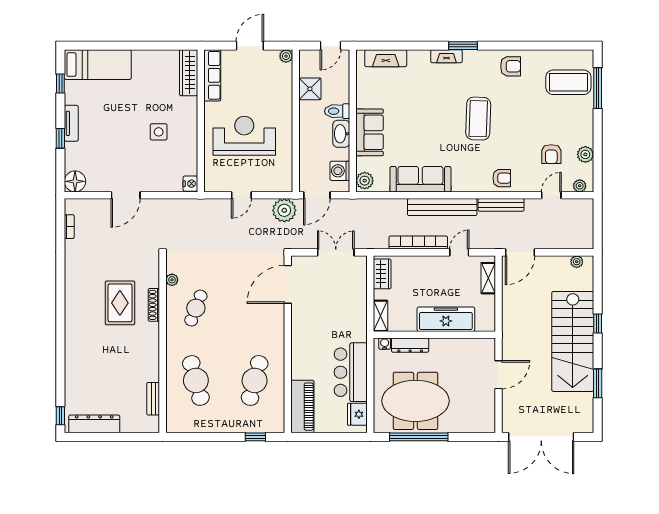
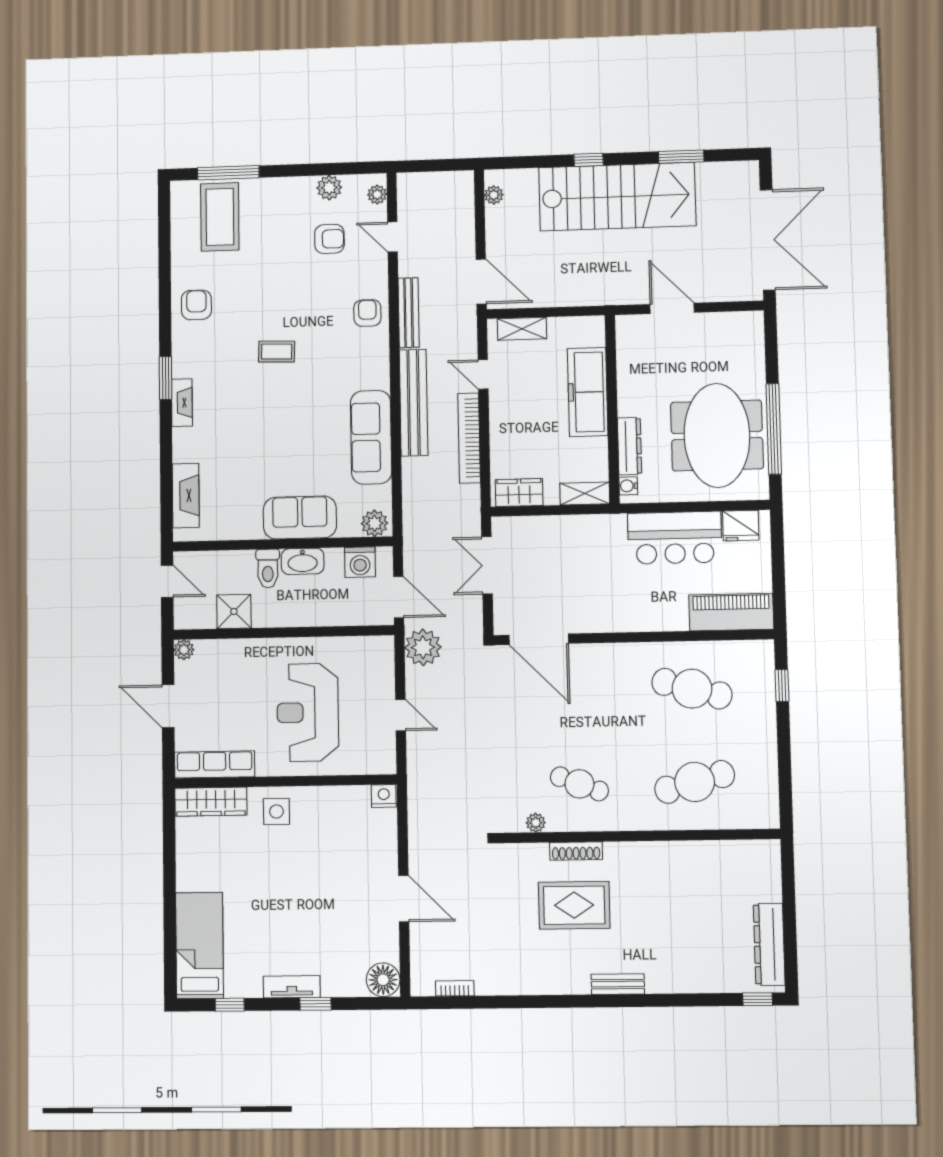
coffee table: (478, 119) -> (277, 352), width x0.54, depth x0.58
side table: (159, 132) -> (276, 811), moved
bench: (153, 399) -> (618, 984), moved

